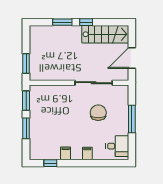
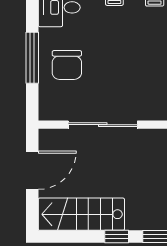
chair: (98, 113) -> (67, 65), moved

